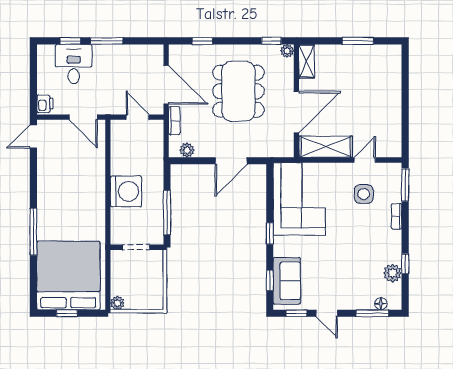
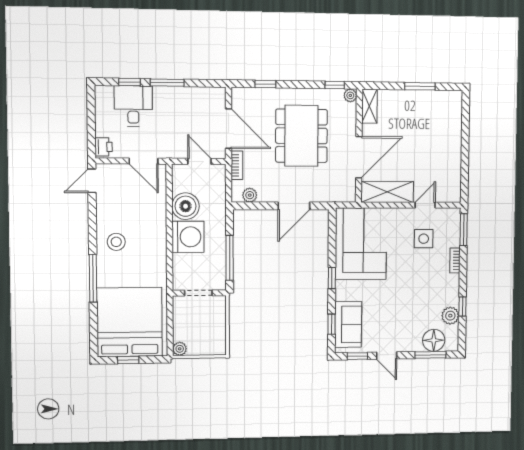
boiler: (124, 161) -> (186, 206), added
stool: (56, 196) -> (116, 242), added
floor lamp: (381, 304) -> (434, 340), width x1.89, depth x1.89

